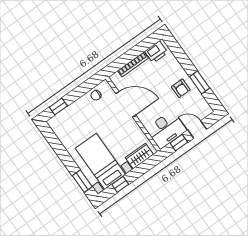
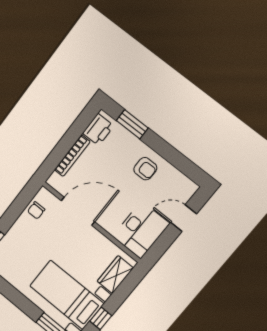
window: (200, 82) -> (132, 124), moved
window: (179, 143) -> (163, 243), removed

